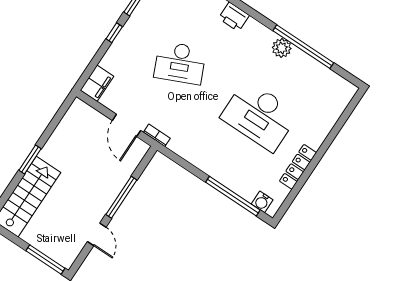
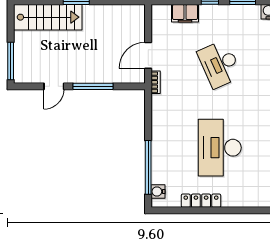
filing cabinet: (97, 83) -> (185, 13), moved

